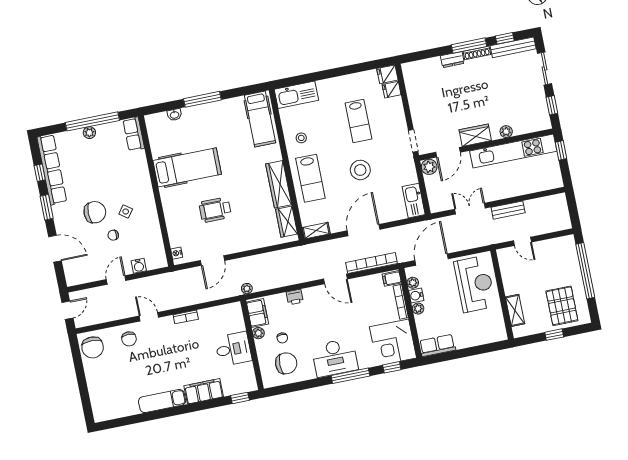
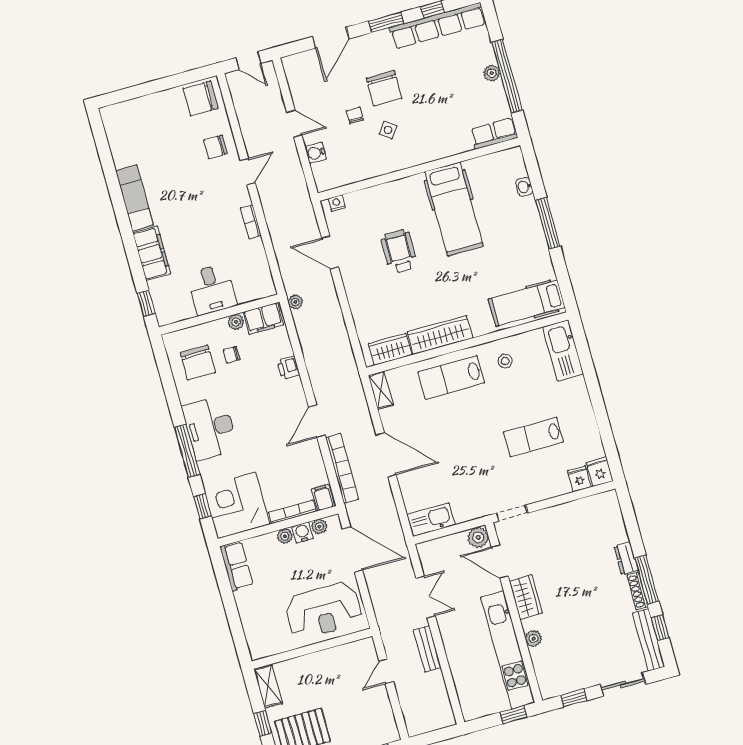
stool: (360, 170) -> (467, 444), removed
shelving: (515, 310) -> (268, 686), moved, turned 90

